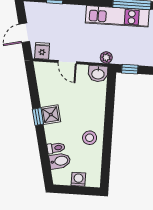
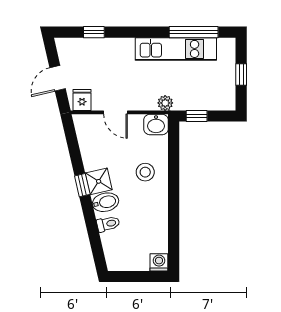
stool: (90, 138) -> (145, 172), moved
bidet: (60, 161) -> (105, 202), moved
washing machine: (78, 179) -> (159, 262), moved

